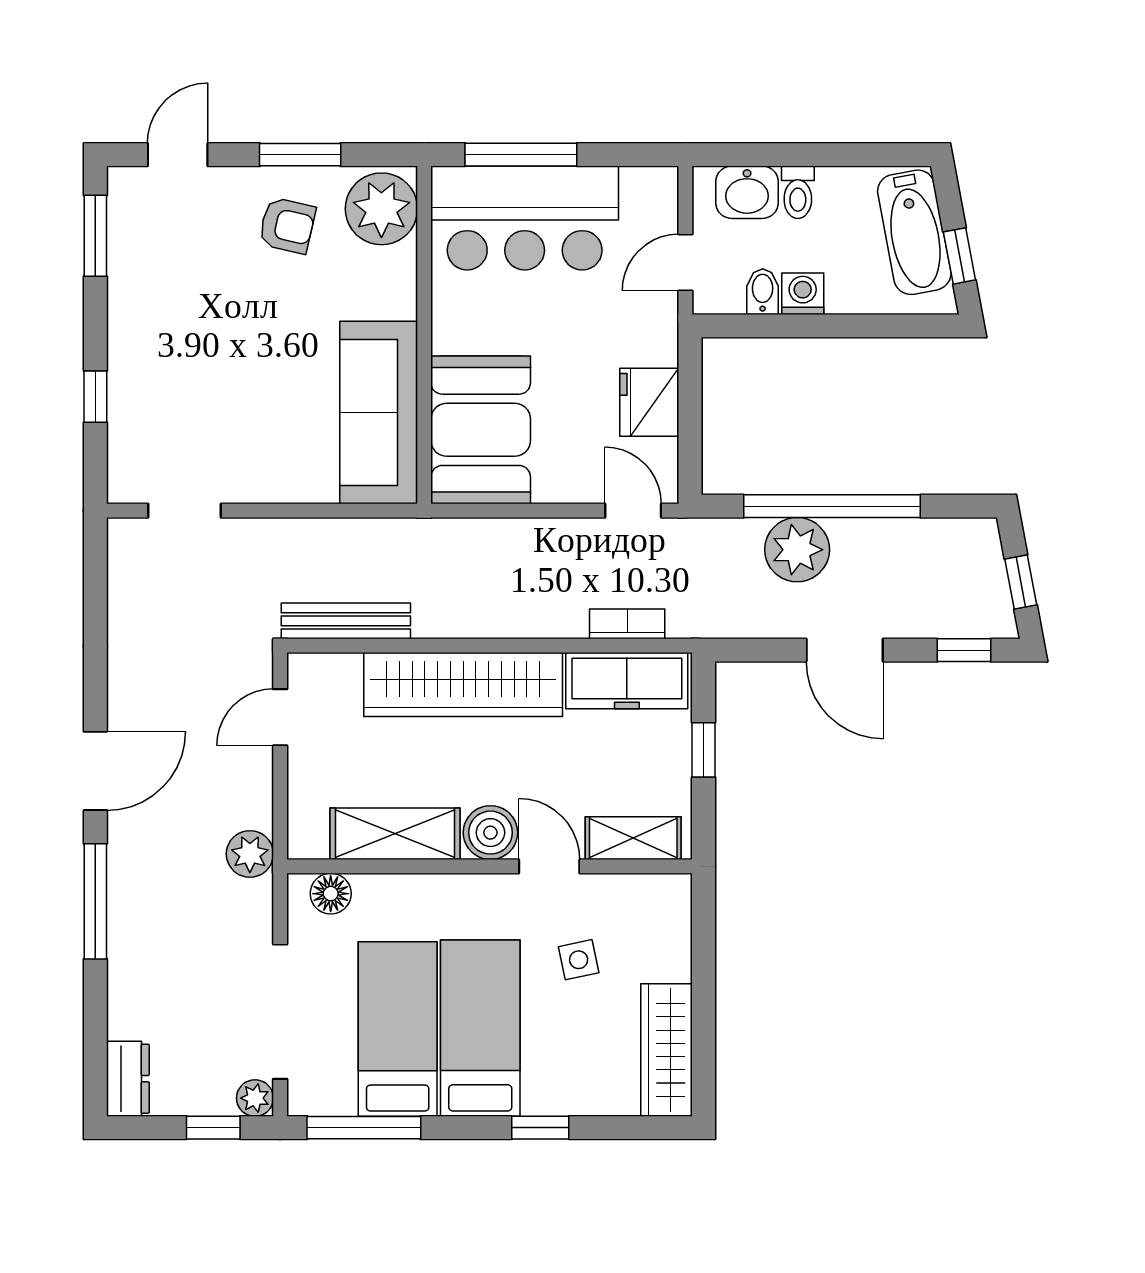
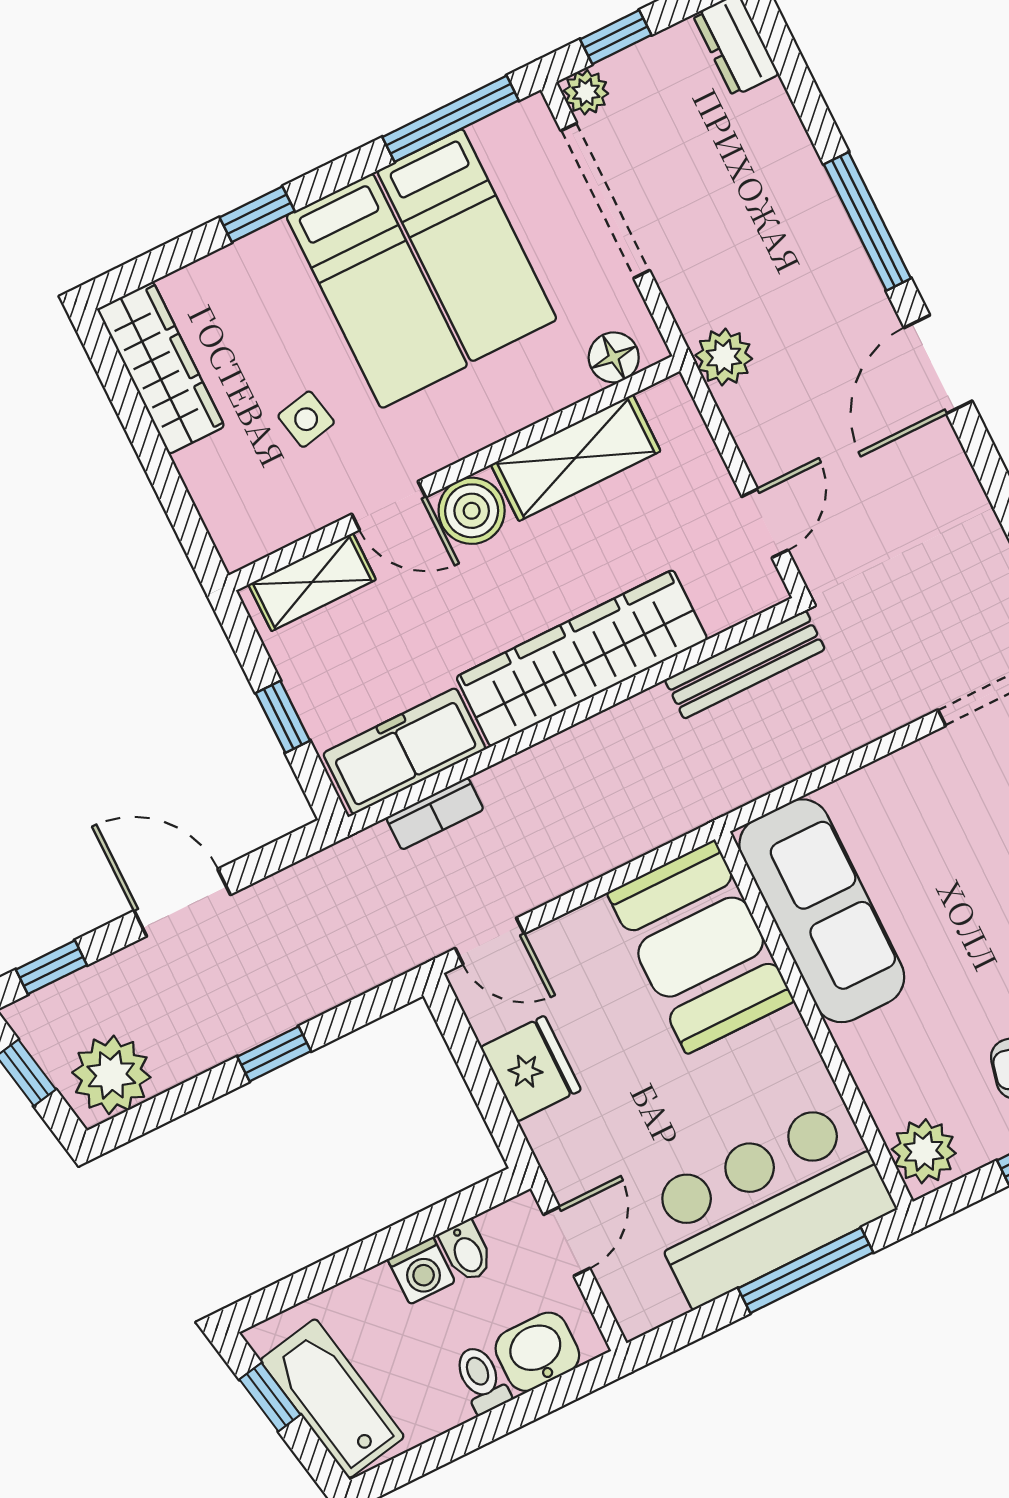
plant: (381, 209) -> (924, 1151), width x0.73, depth x0.73
window: (832, 506) -> (274, 1054), width x0.32
plant: (797, 550) -> (111, 1075), moved

